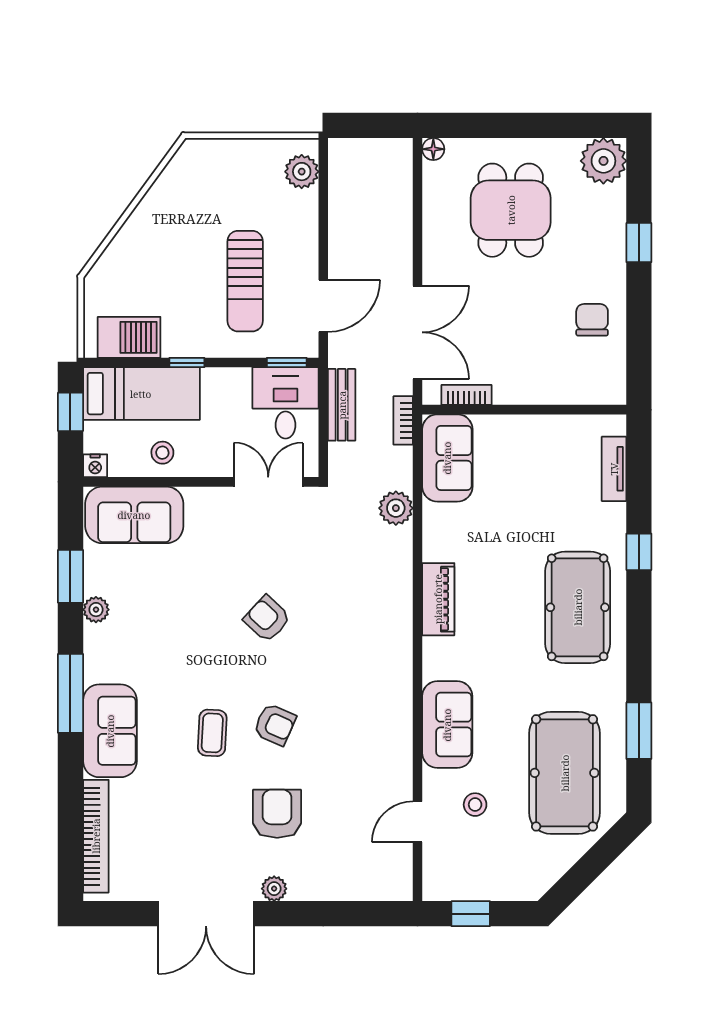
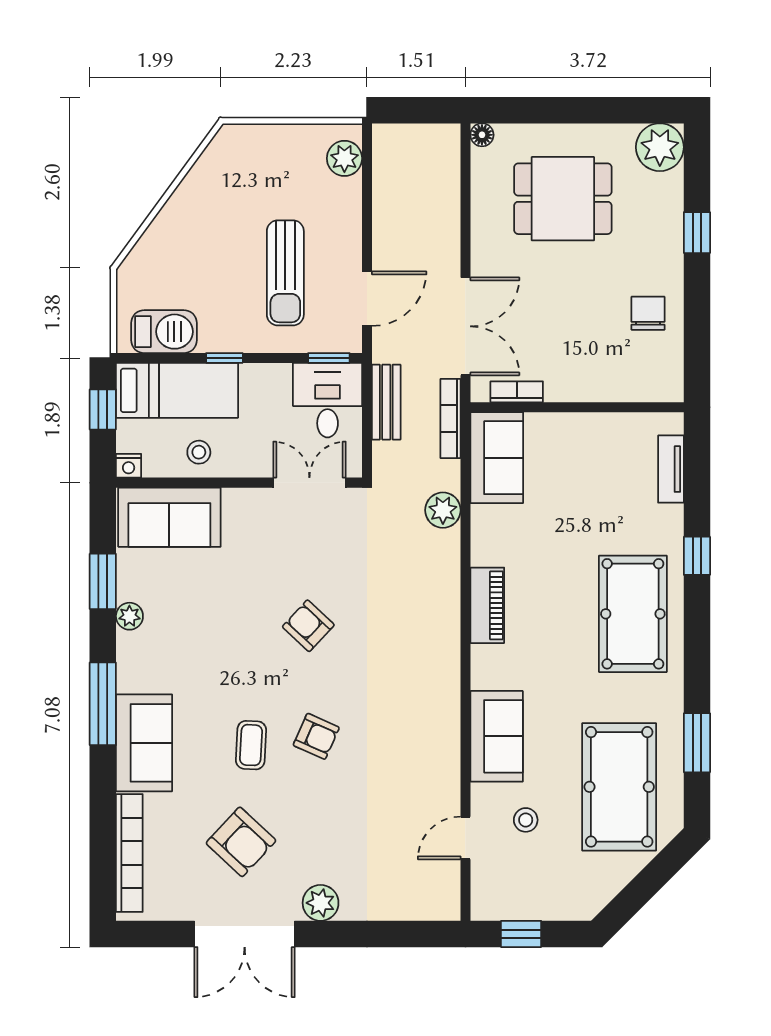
dining table: (511, 210) -> (563, 199), turned 90
bookcase: (403, 420) -> (450, 418), width x1.56
armchair: (277, 814) -> (241, 842), moved, turned 133
plant: (274, 889) -> (321, 903), width x1.38, depth x1.38

